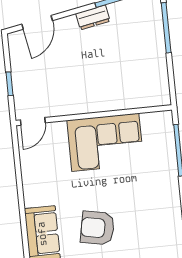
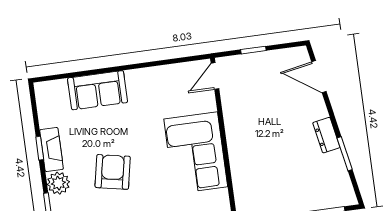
door: (33, 121) -> (215, 76), hinge flipped
armchair: (97, 228) -> (113, 172), moved

